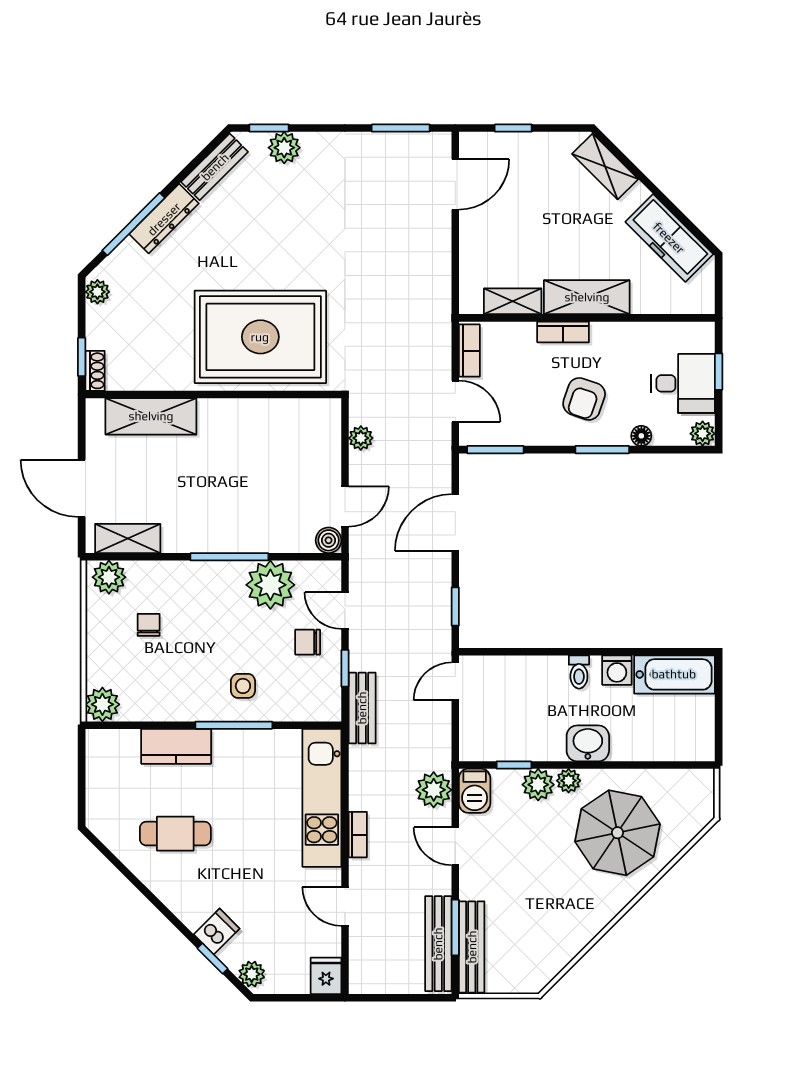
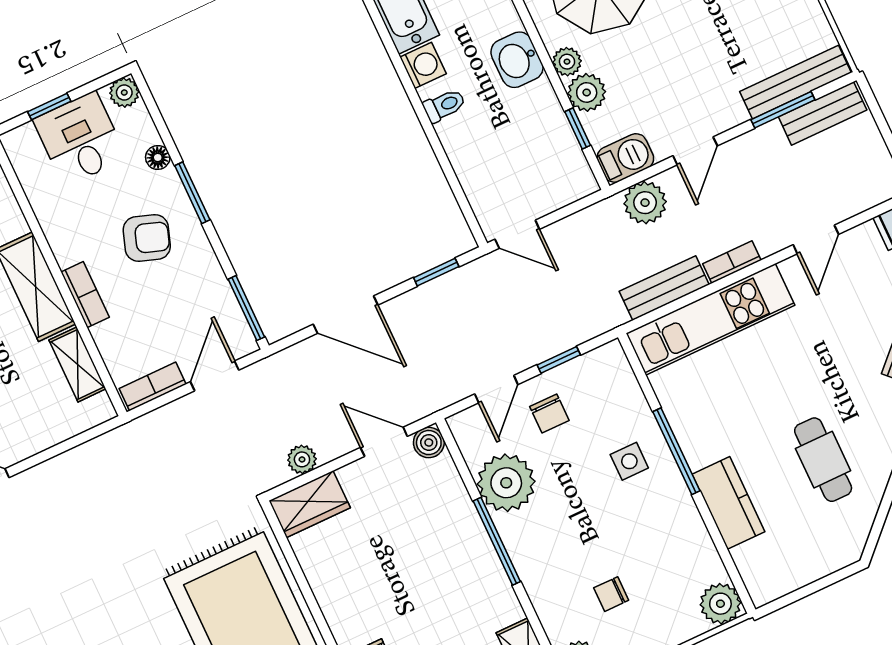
wardrobe: (324, 428) -> (310, 504), added
bench: (362, 708) -> (664, 288), moved
bench: (438, 944) -> (823, 113), width x0.73

